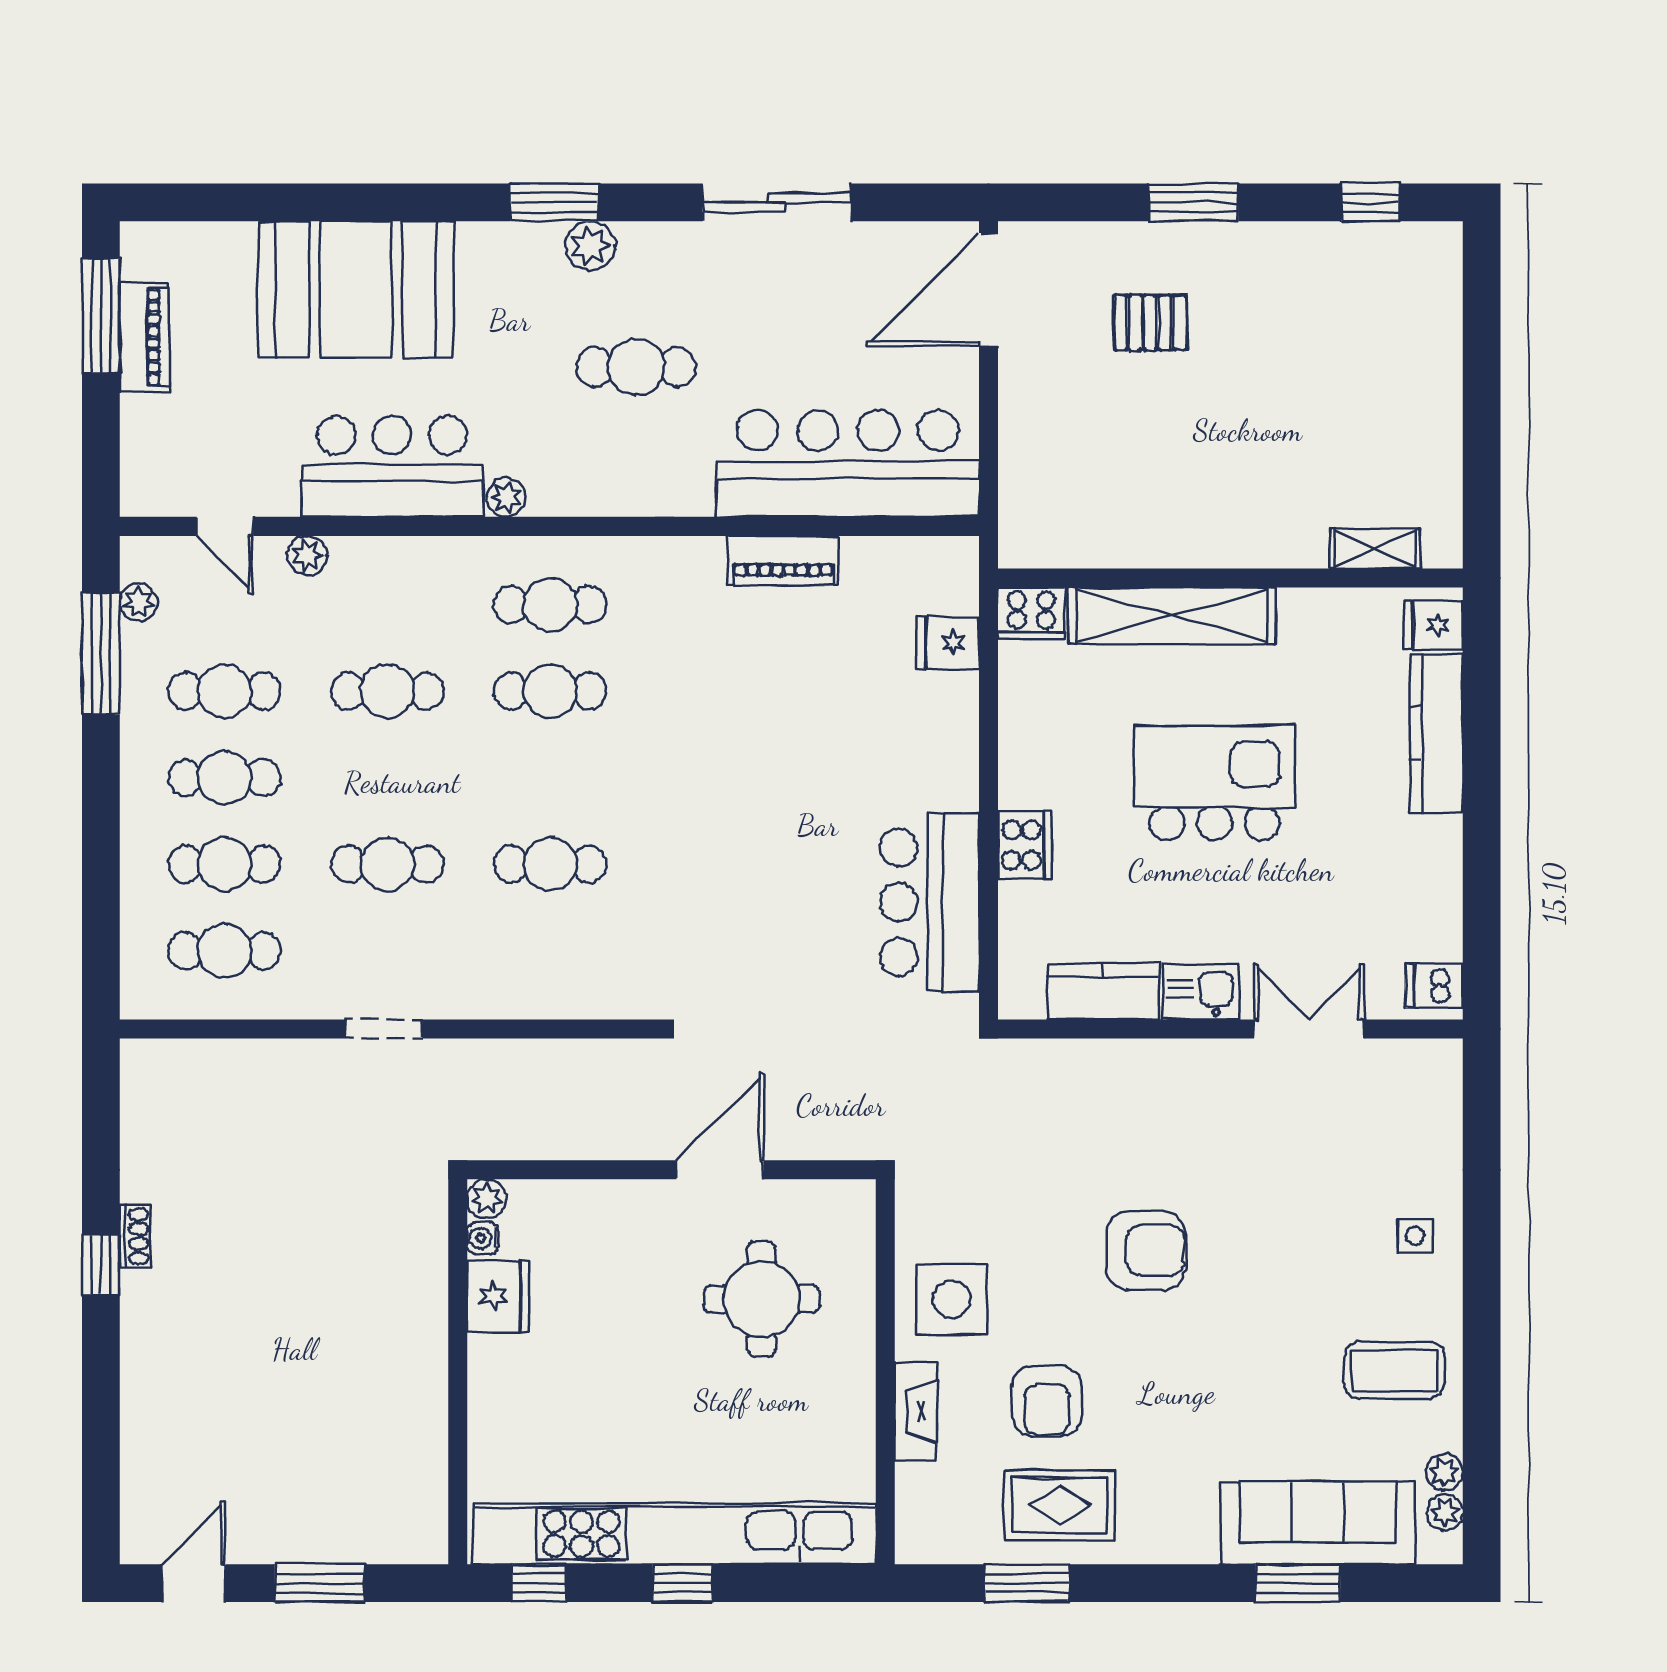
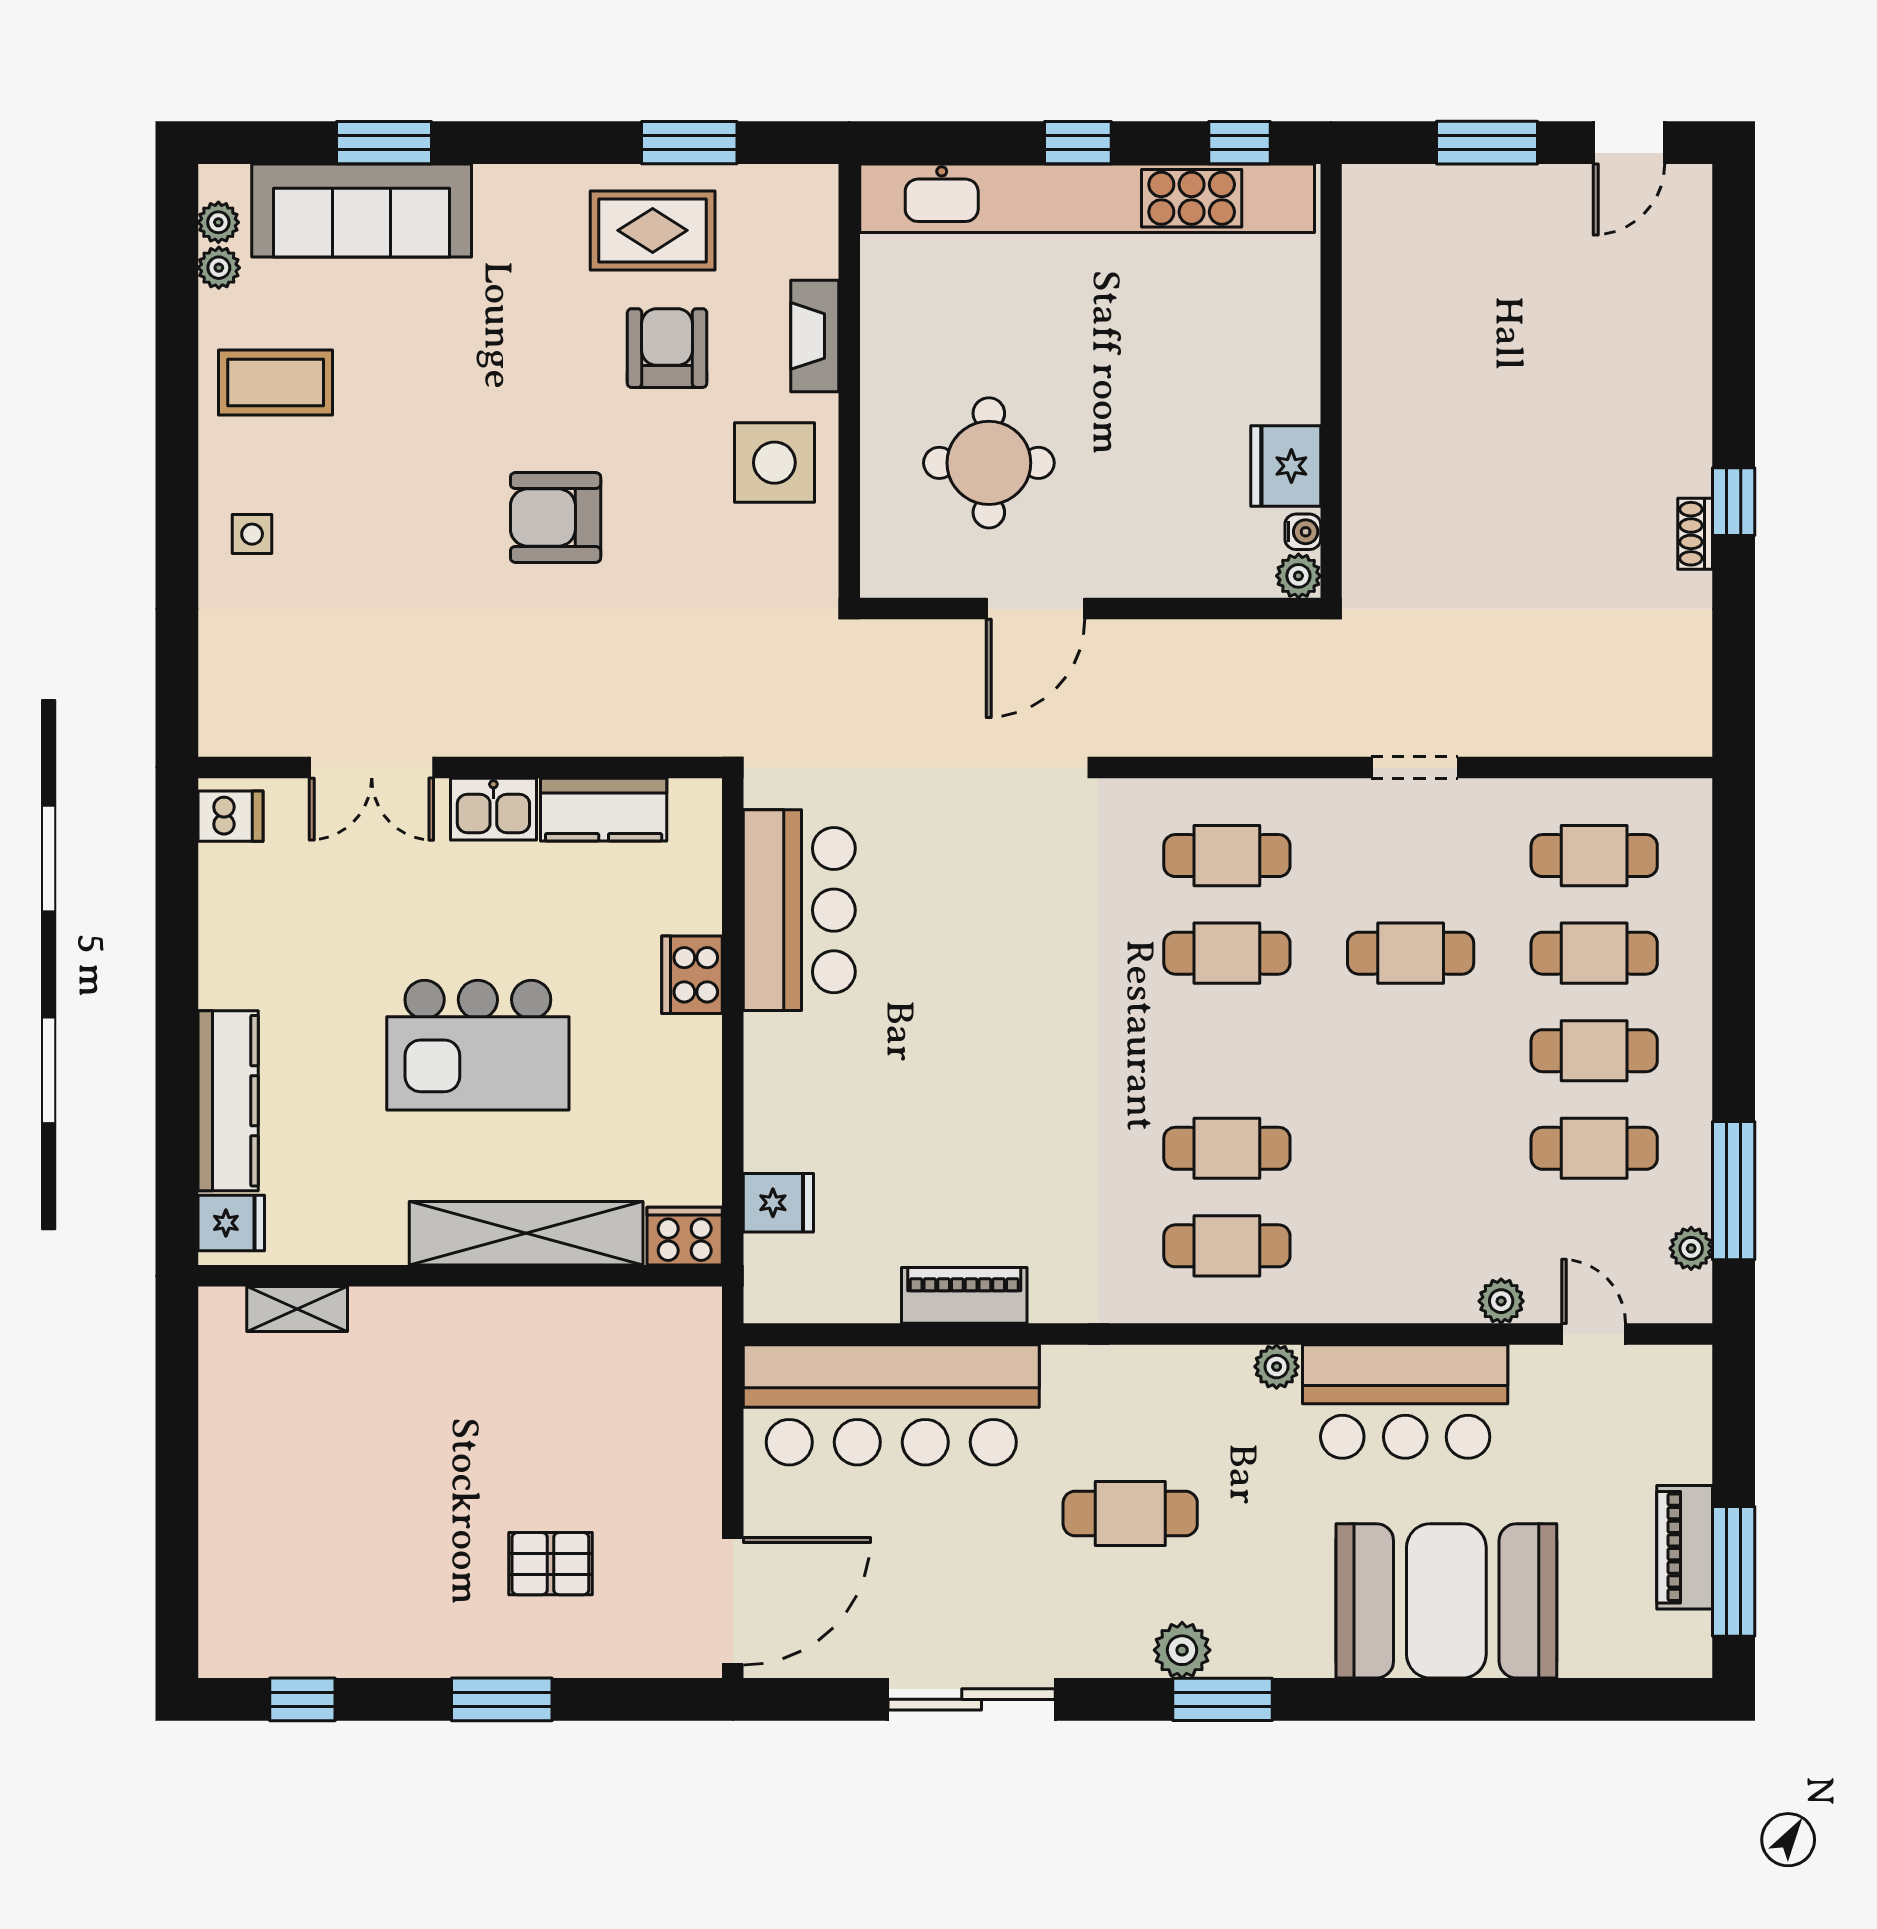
cafe table: (387, 691) -> (1227, 856), moved

